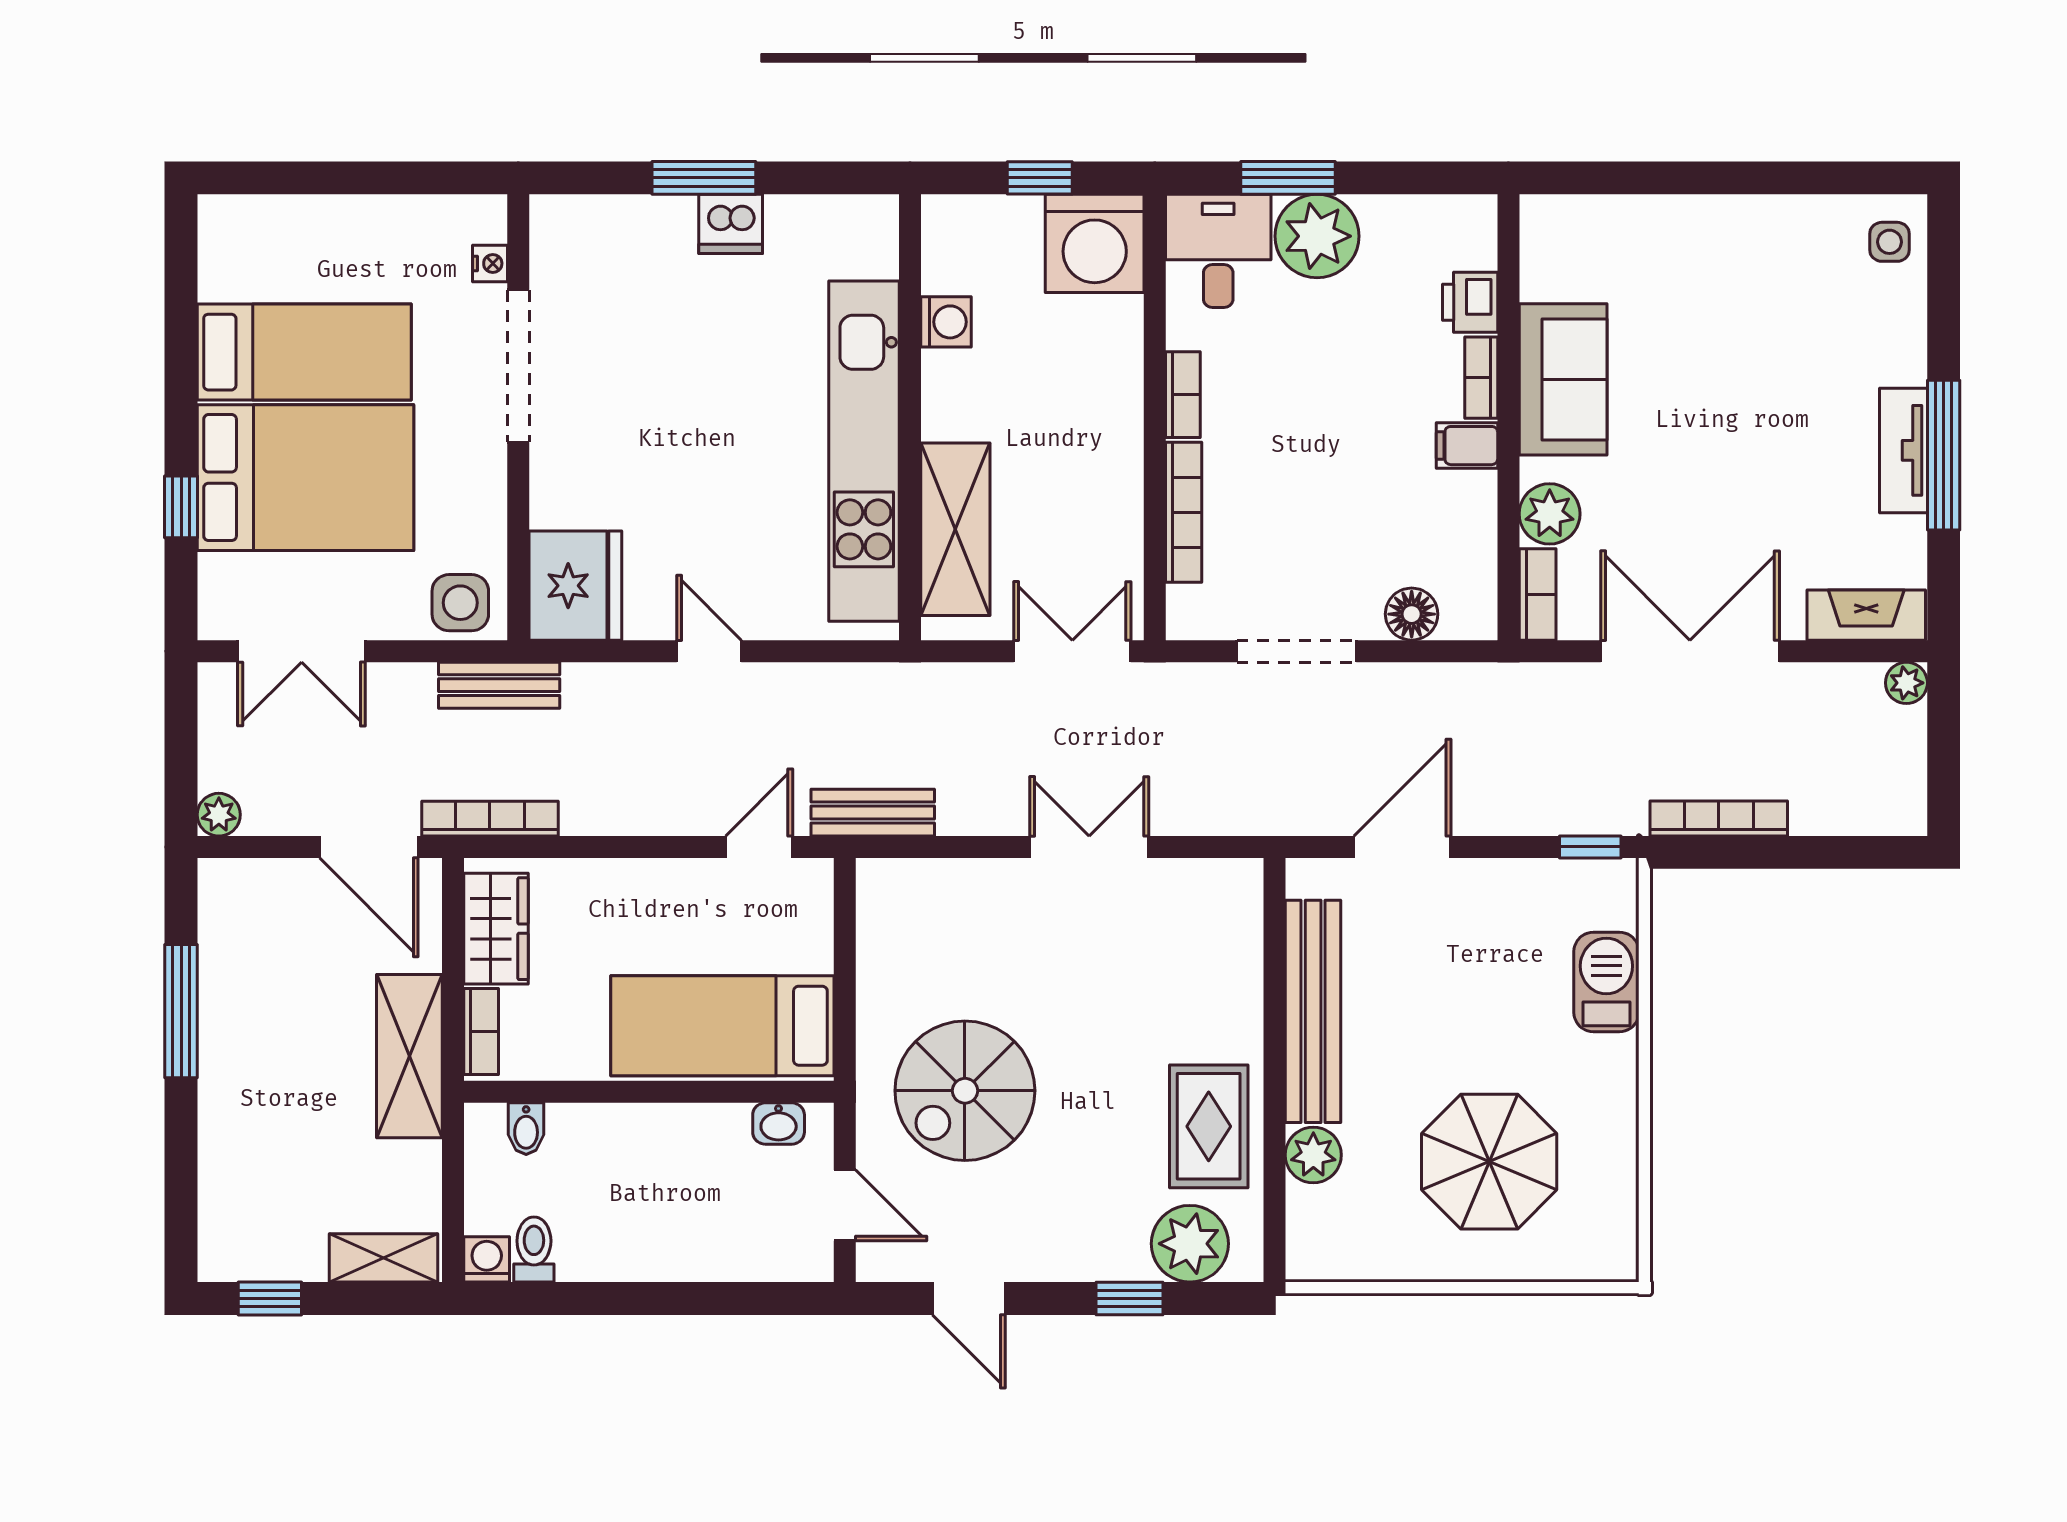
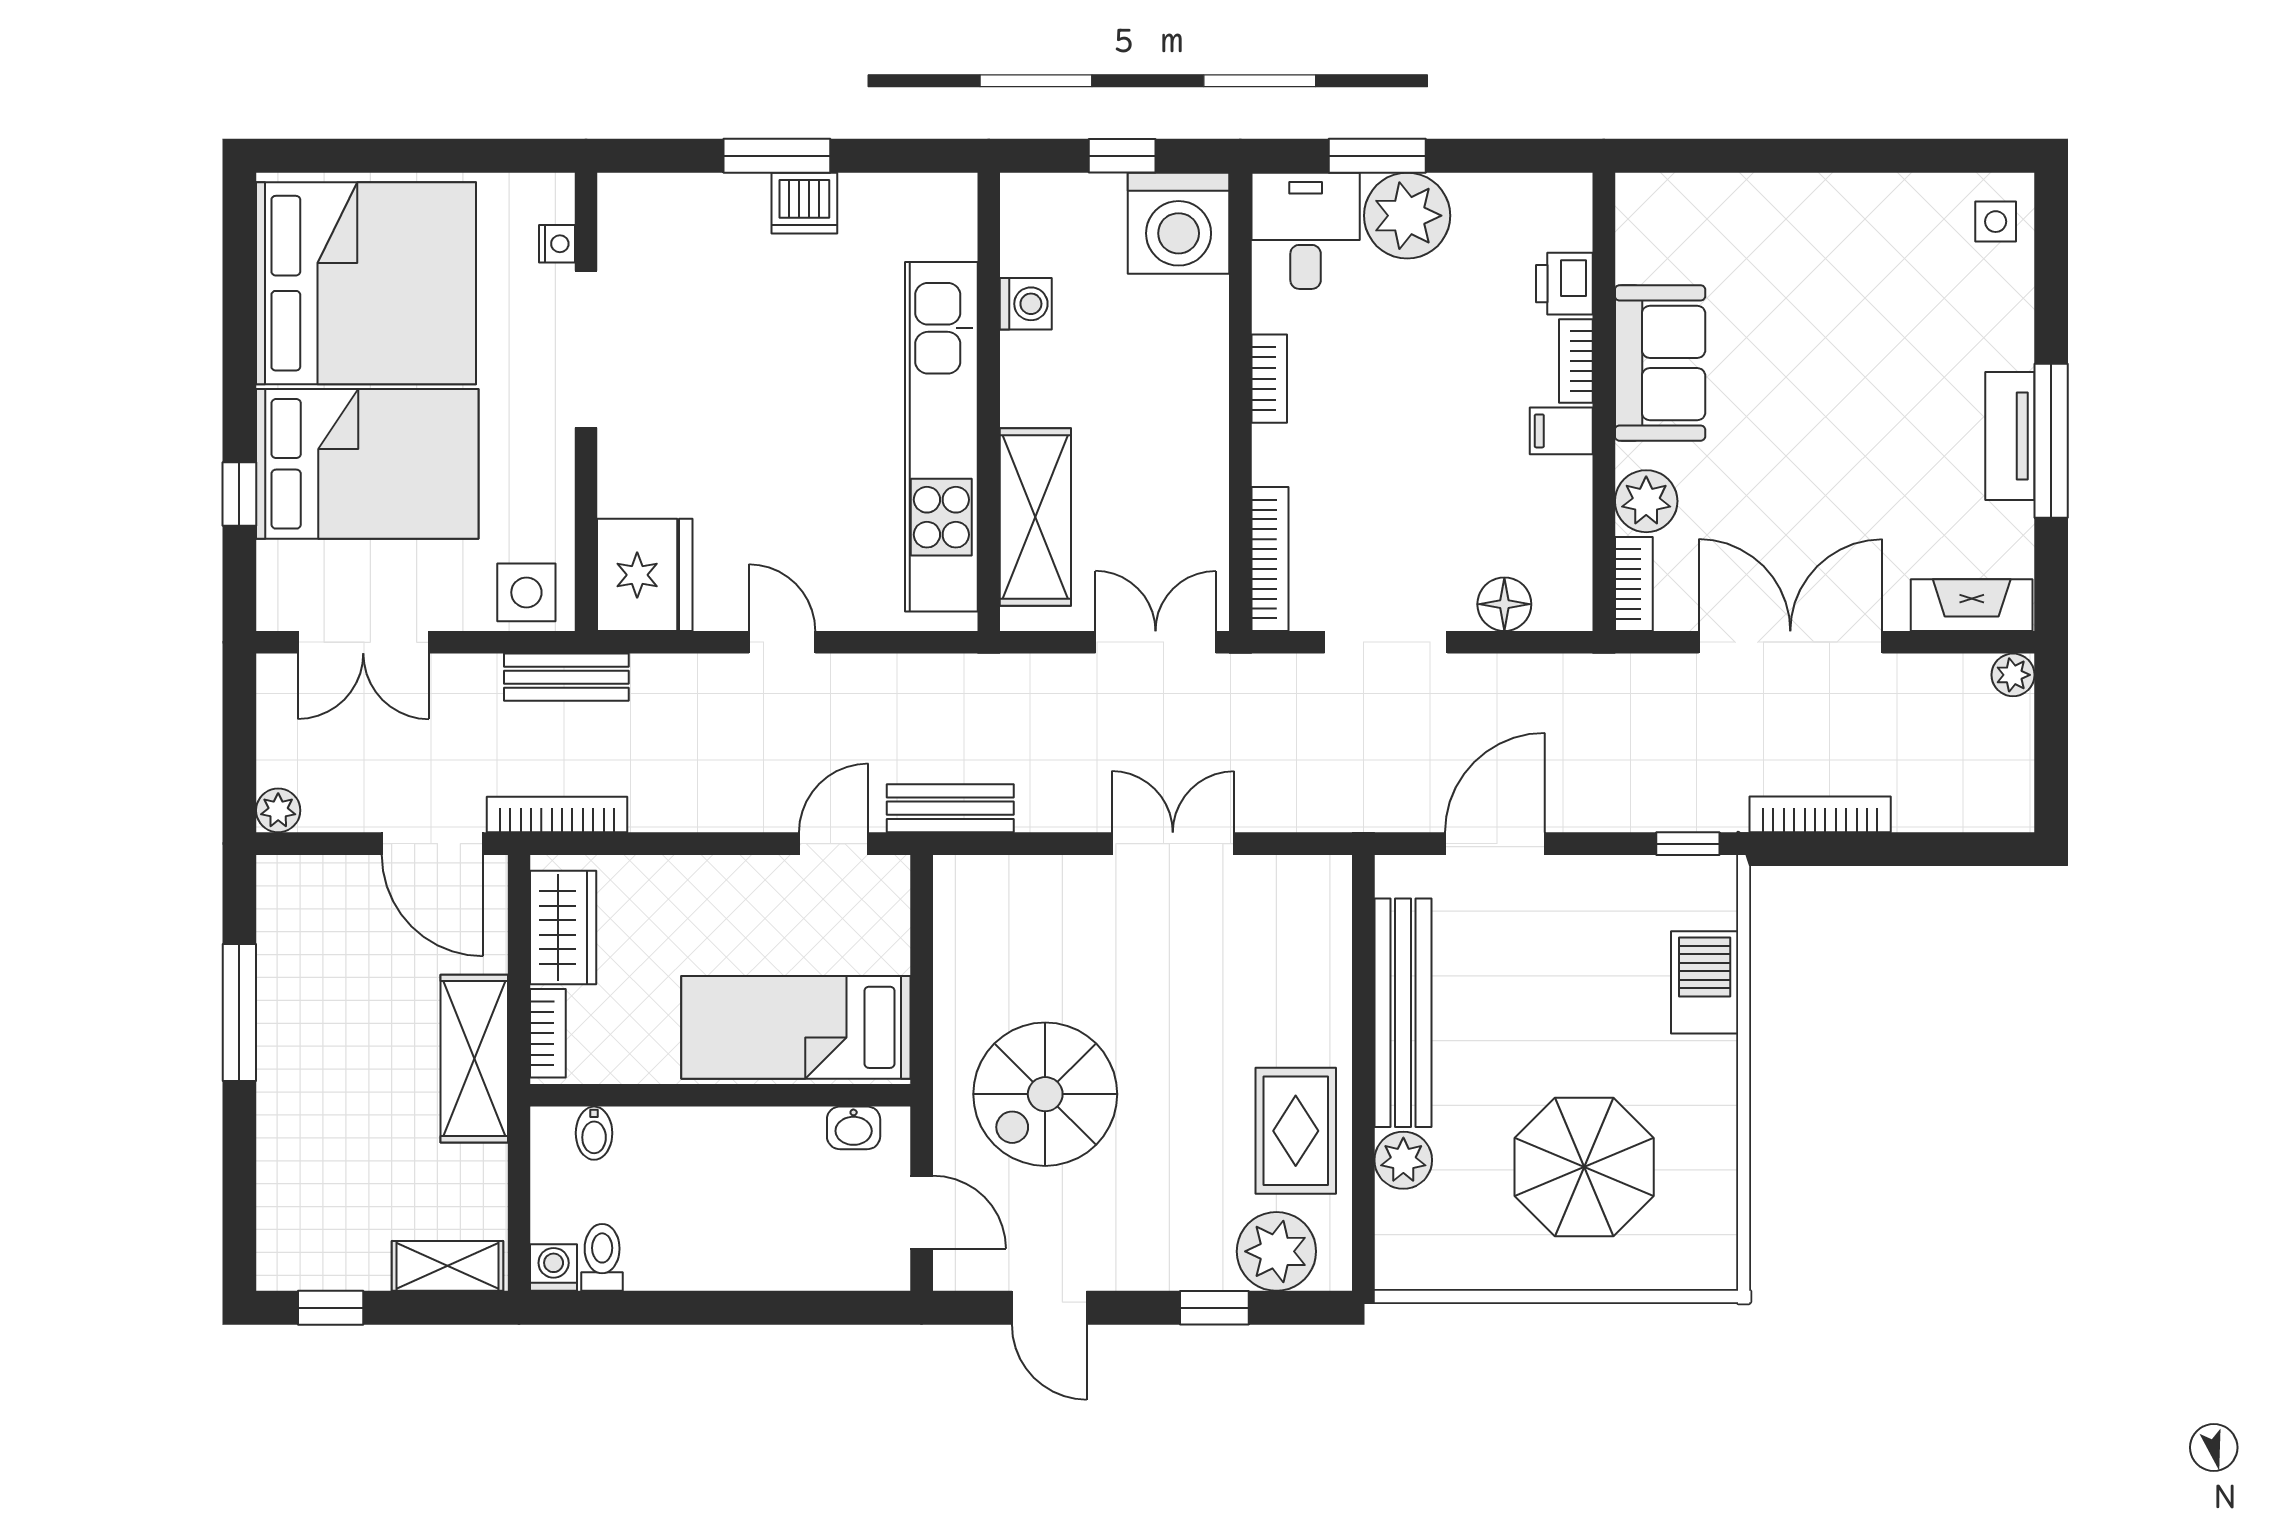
bed: (304, 352) -> (366, 283), width x2.04
bookcase: (1184, 512) -> (1270, 559), moved

